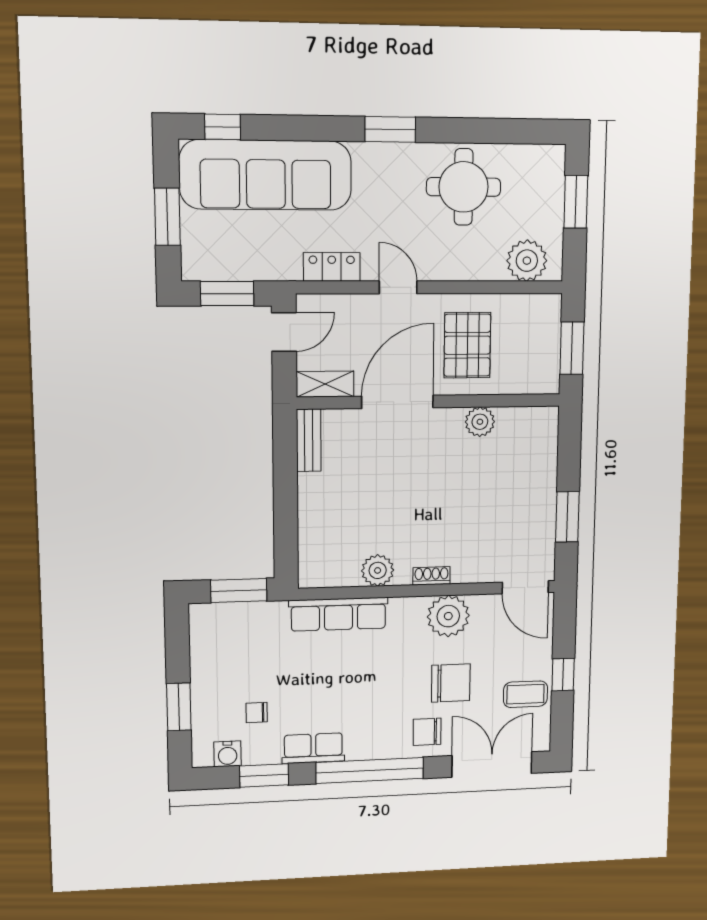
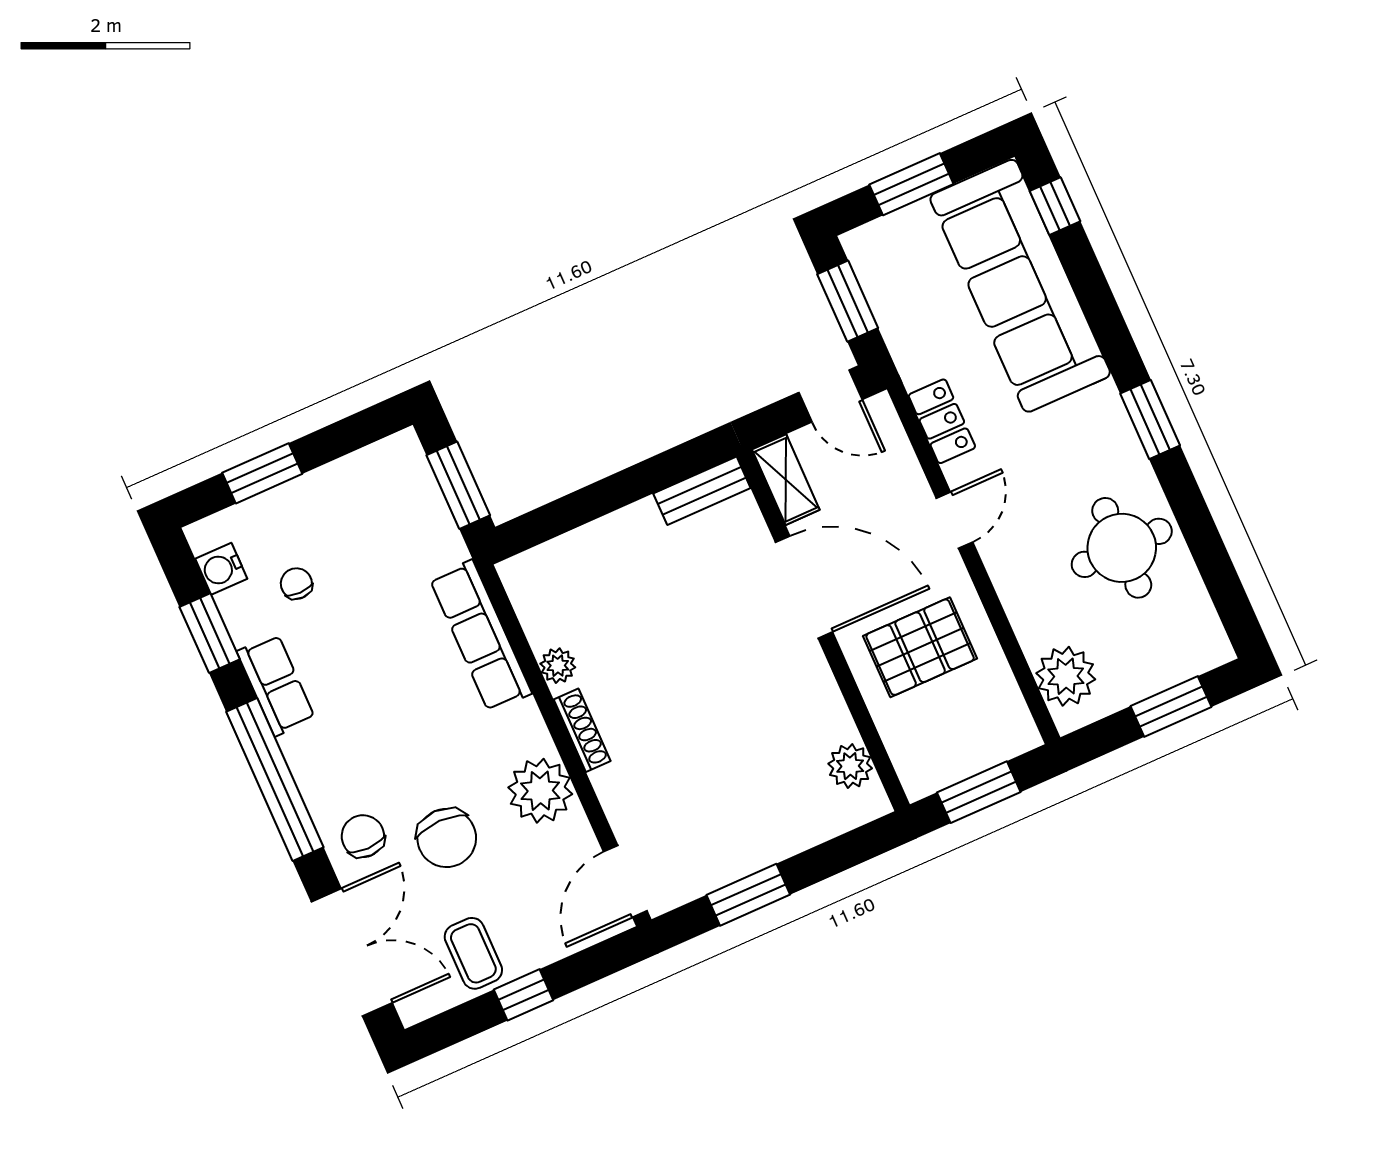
plant: (480, 422) -> (850, 766), moved
plant: (378, 570) -> (558, 666), width x0.73, depth x0.73
shoe rack: (431, 576) -> (582, 730), width x1.43

